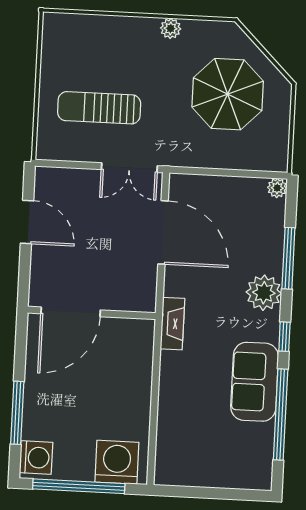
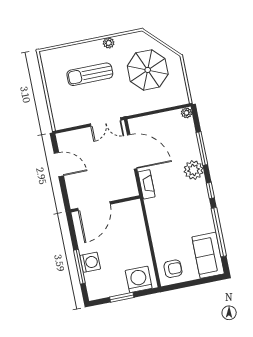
sun lounger: (99, 108) -> (90, 74), moved
fireplace: (172, 324) -> (147, 184), moved
sofa: (255, 382) -> (208, 255), moved
washing machine: (36, 458) -> (90, 262), moved
armchair: (183, 459) -> (173, 269), added
window: (79, 486) -> (122, 297), width x0.47

